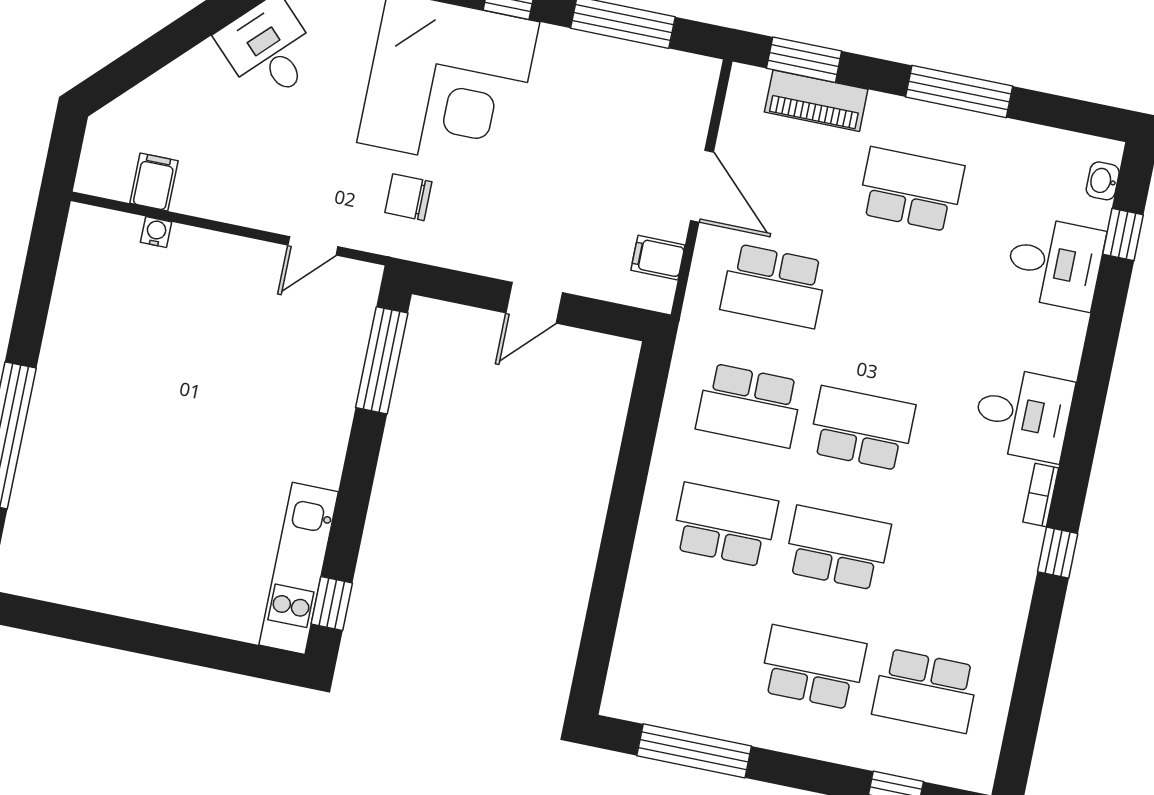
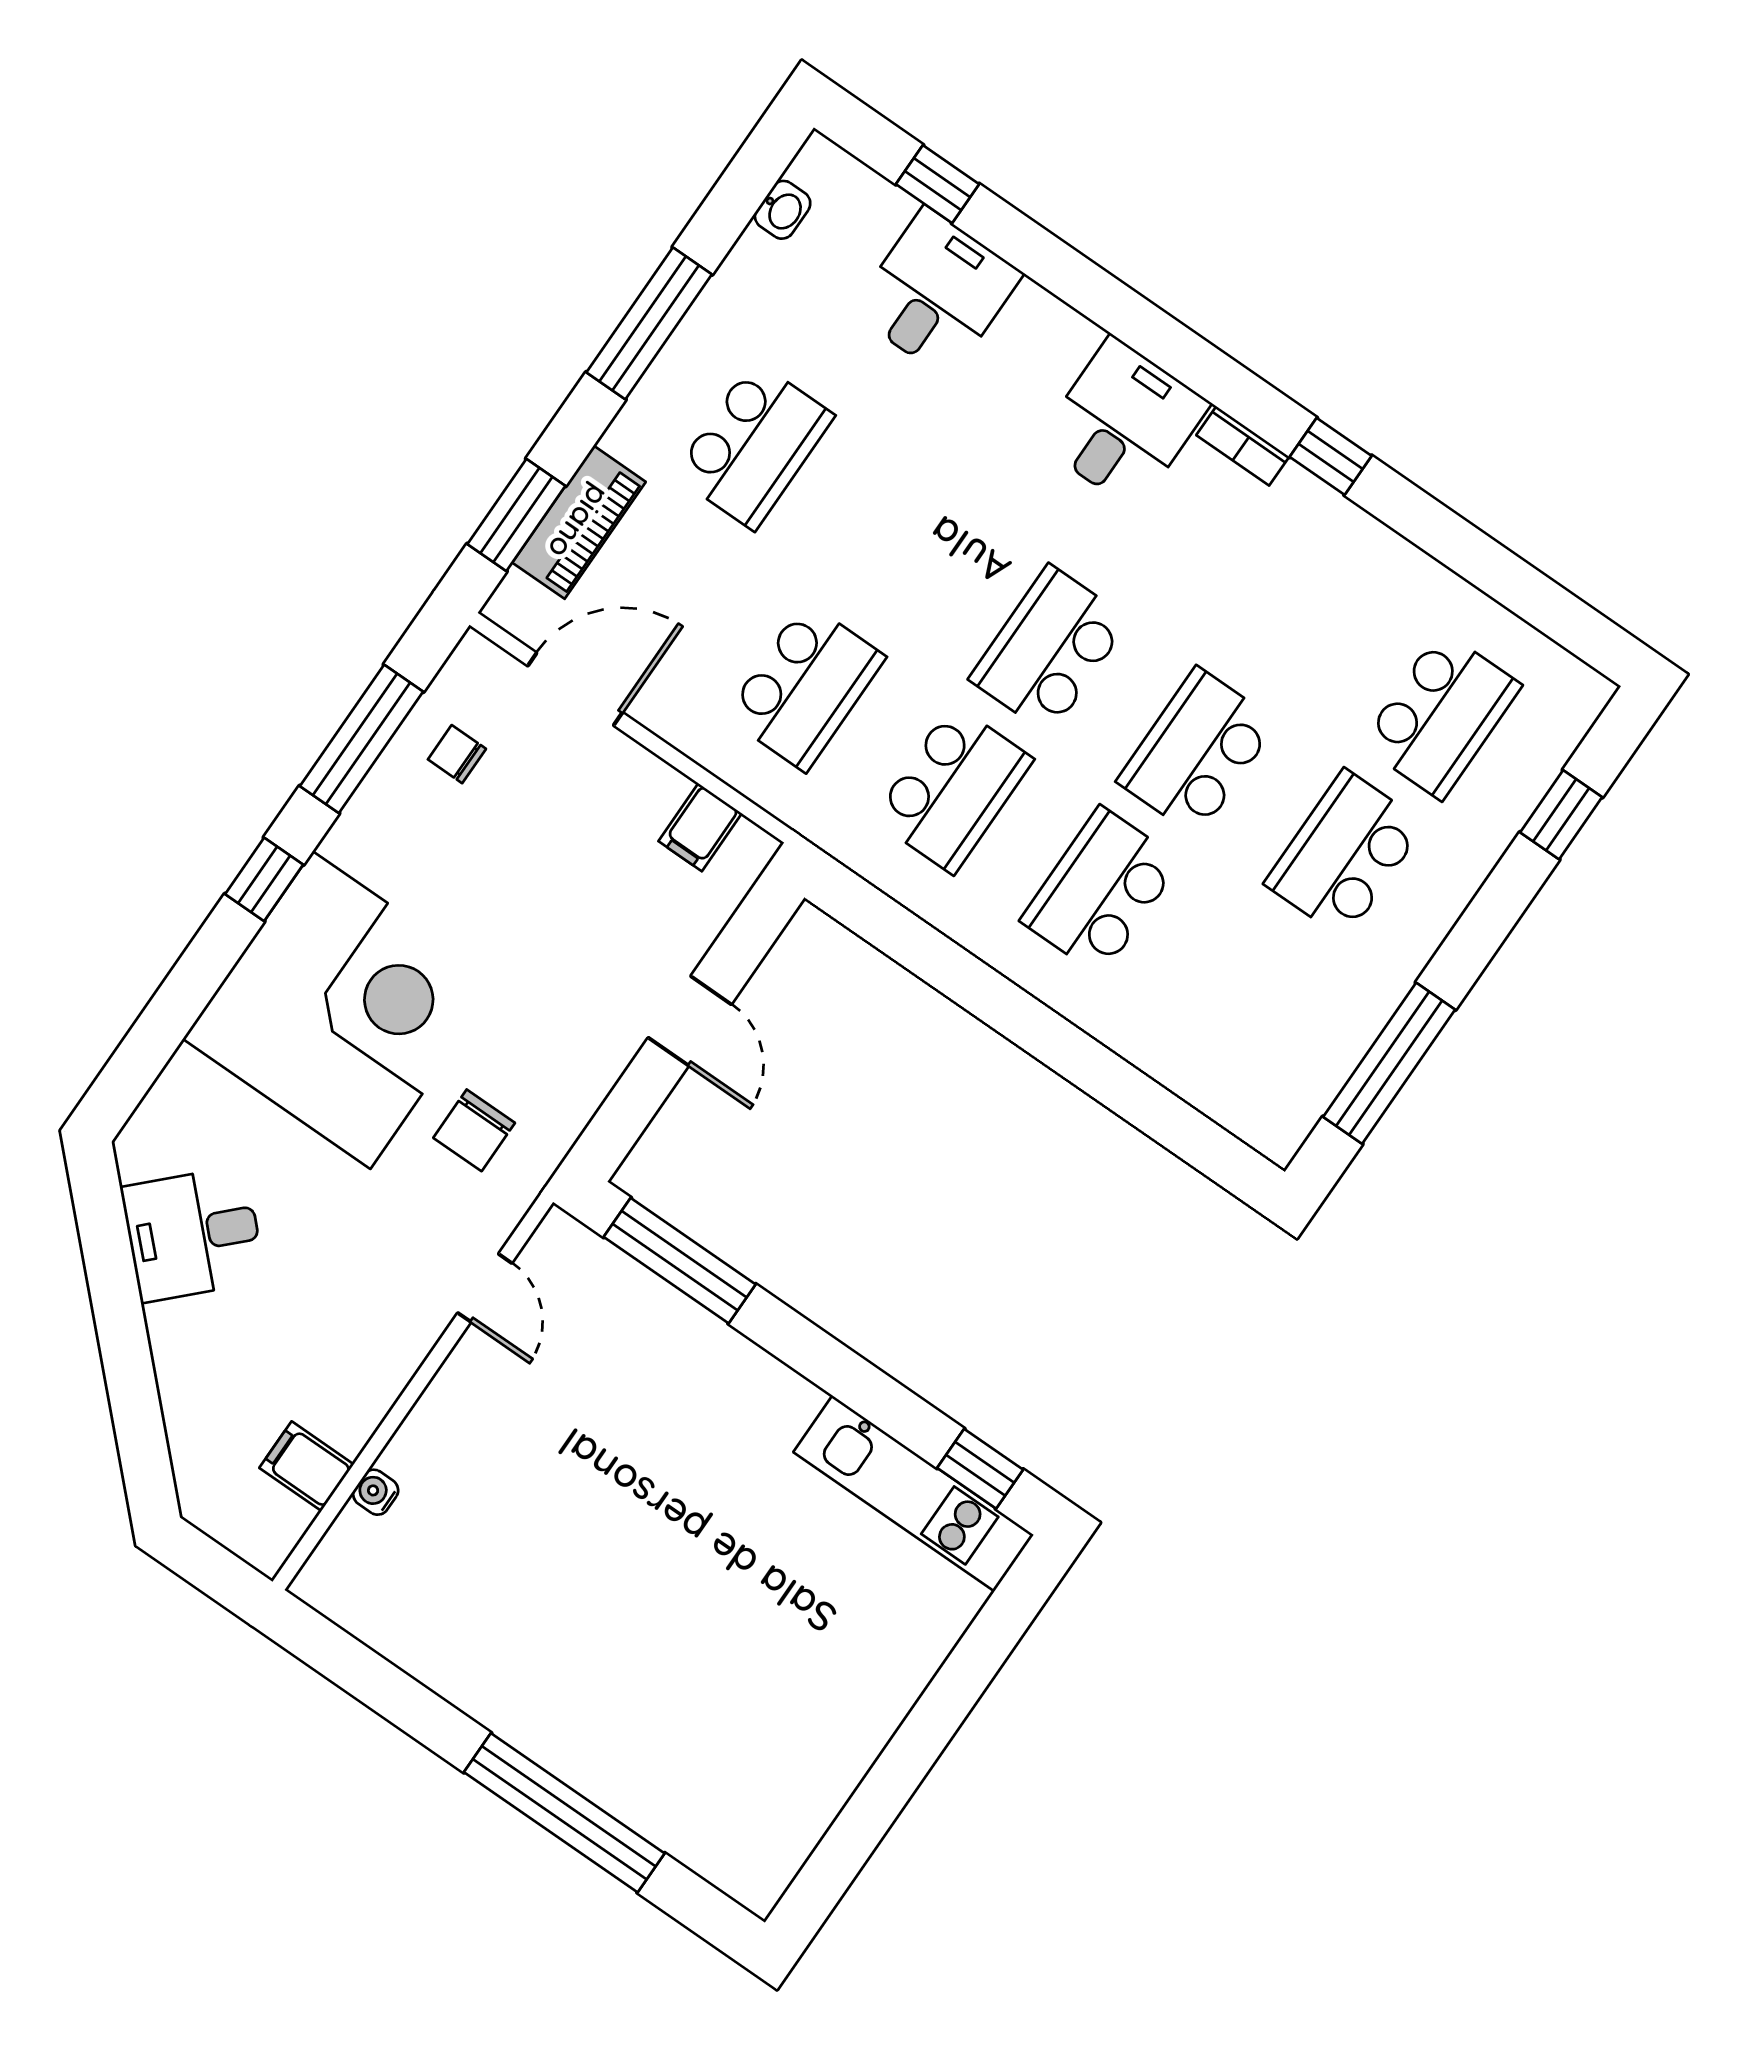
chair: (639, 86) -> (457, 754), added
washbasin: (1103, 181) -> (783, 210), moved, turned -90
door: (702, 186) -> (575, 689), moved
school desk: (911, 189) -> (754, 445), turned 180

